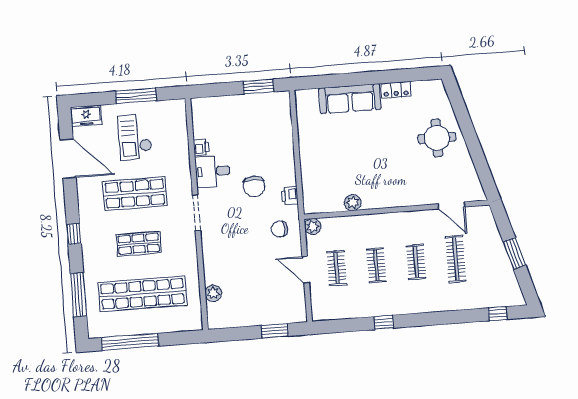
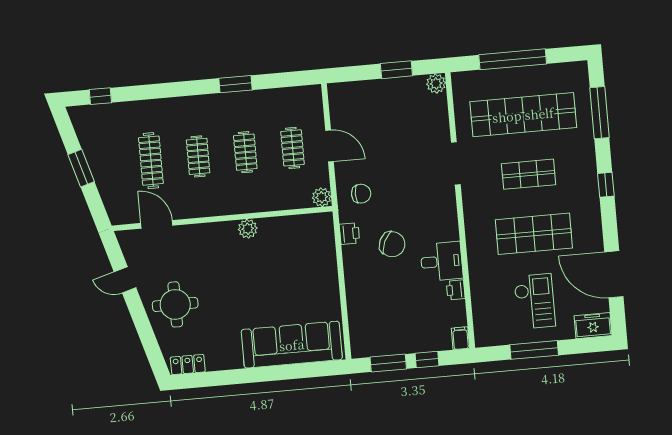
window: (226, 89) -> (427, 360), added
locker: (396, 90) -> (188, 364), moved
sofa: (350, 99) -> (292, 345), width x1.36, depth x1.27
filing cabinet: (198, 107) -> (460, 338), added
door: (479, 159) -> (125, 280), added
chair: (254, 186) -> (392, 244), turned 115
plant: (353, 202) -> (248, 229), moved
doorway: (196, 213) -> (456, 163), moved
plant: (213, 293) -> (436, 83), moved
window: (384, 322) -> (236, 84), width x1.50
window: (275, 331) -> (396, 70), moved
window: (130, 342) -> (513, 59), moved

